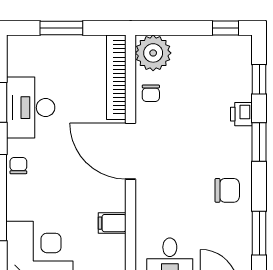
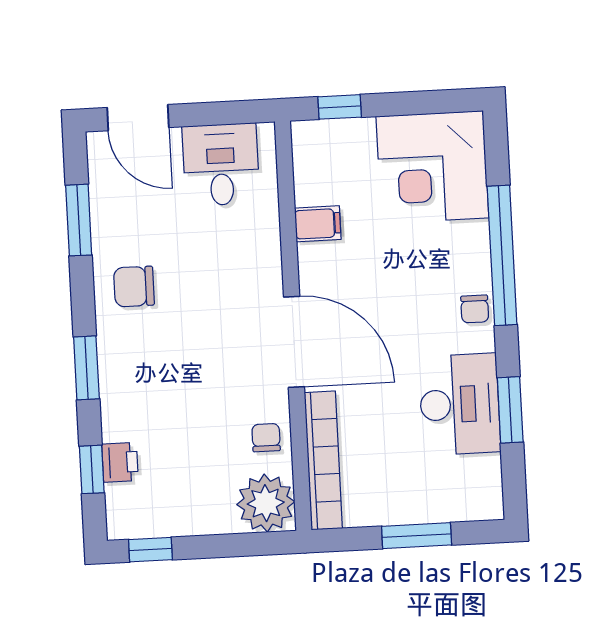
printer: (241, 114) -> (120, 462), moved

